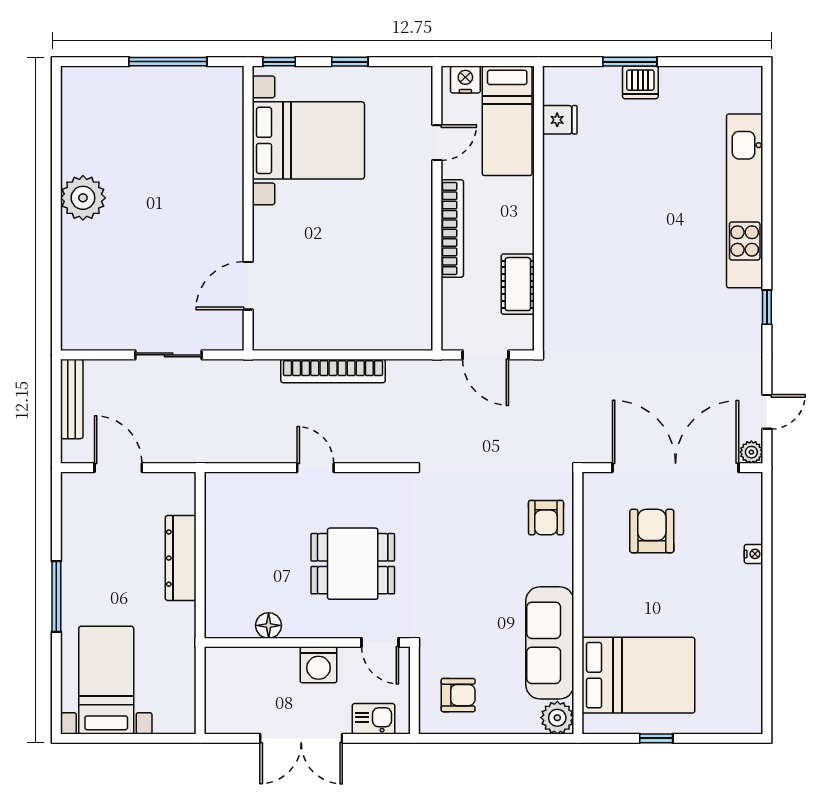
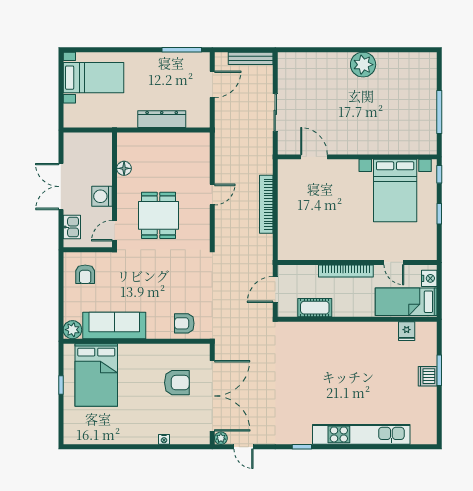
window: (56, 597) -> (182, 50), moved

